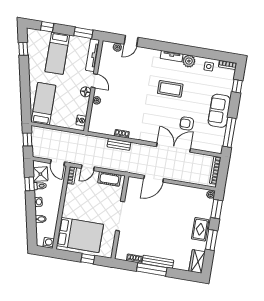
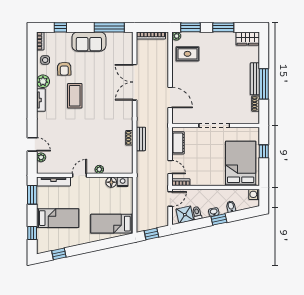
floor lamp: (86, 92) -> (111, 182), moved
armchair: (187, 123) -> (64, 69), moved
window: (29, 184) -> (219, 219), moved
rug: (200, 229) -> (187, 54), moved

